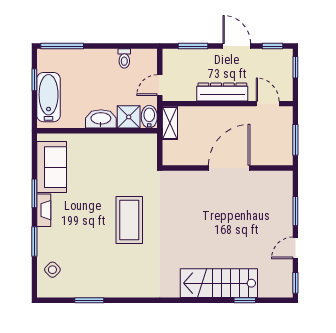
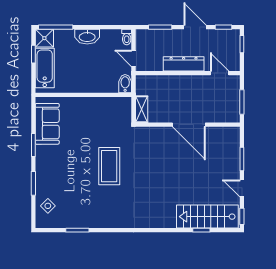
toilet: (124, 58) -> (127, 37), moved
door: (160, 85) -> (134, 58), hinge flipped
shower: (129, 117) -> (44, 38), moved
washbasin: (101, 119) -> (87, 37), moved, turned 180
shelving: (170, 123) -> (142, 109), moved
door: (229, 168) -> (189, 125), swing flipped
fireplace: (44, 210) -> (41, 158), removed
door: (295, 248) -> (242, 188), hinge flipped
stairs: (219, 283) -> (207, 217), moved

